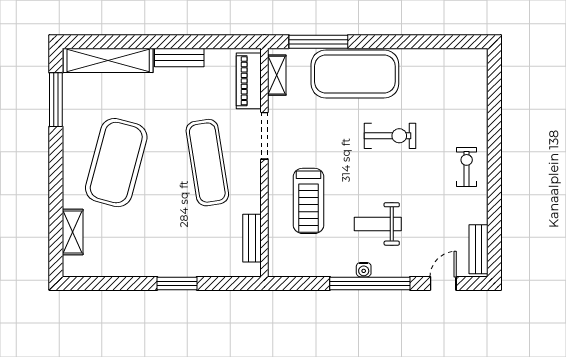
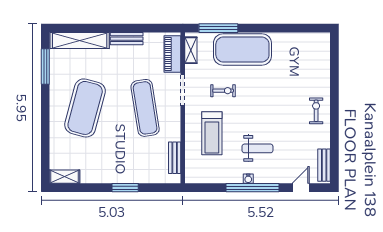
exercise bike: (390, 136) -> (223, 91), moved, width x0.73, depth x0.72
weight bench: (378, 224) -> (257, 148), turned 180
shelving: (73, 232) -> (65, 177), moved, turned 90

